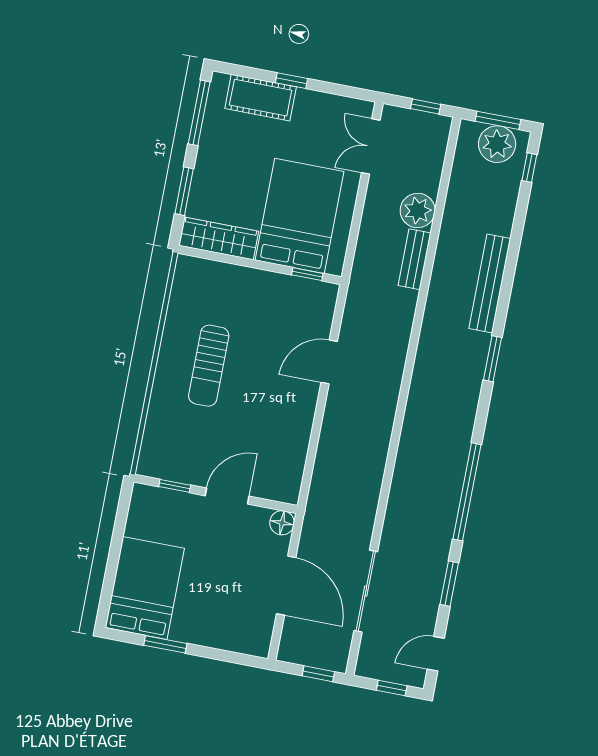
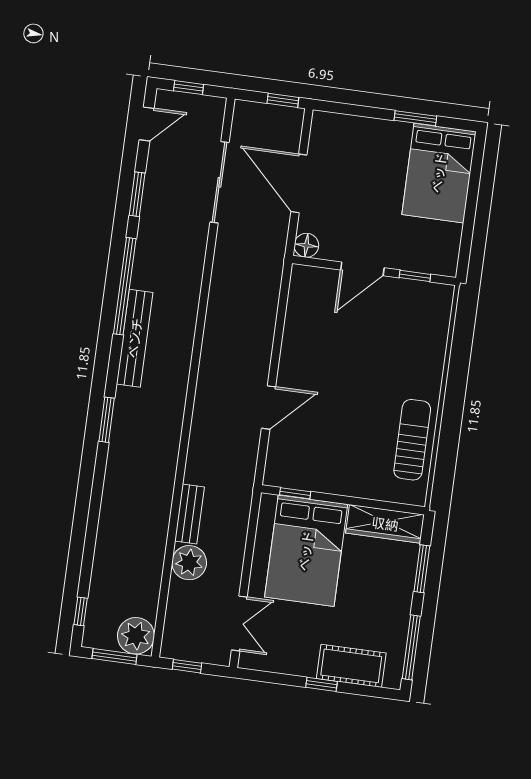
plant: (497, 144) -> (136, 636), moved
bench: (490, 284) -> (135, 338), moved
sun lounger: (209, 366) -> (412, 440), moved
window: (318, 674) -> (283, 100), moved

